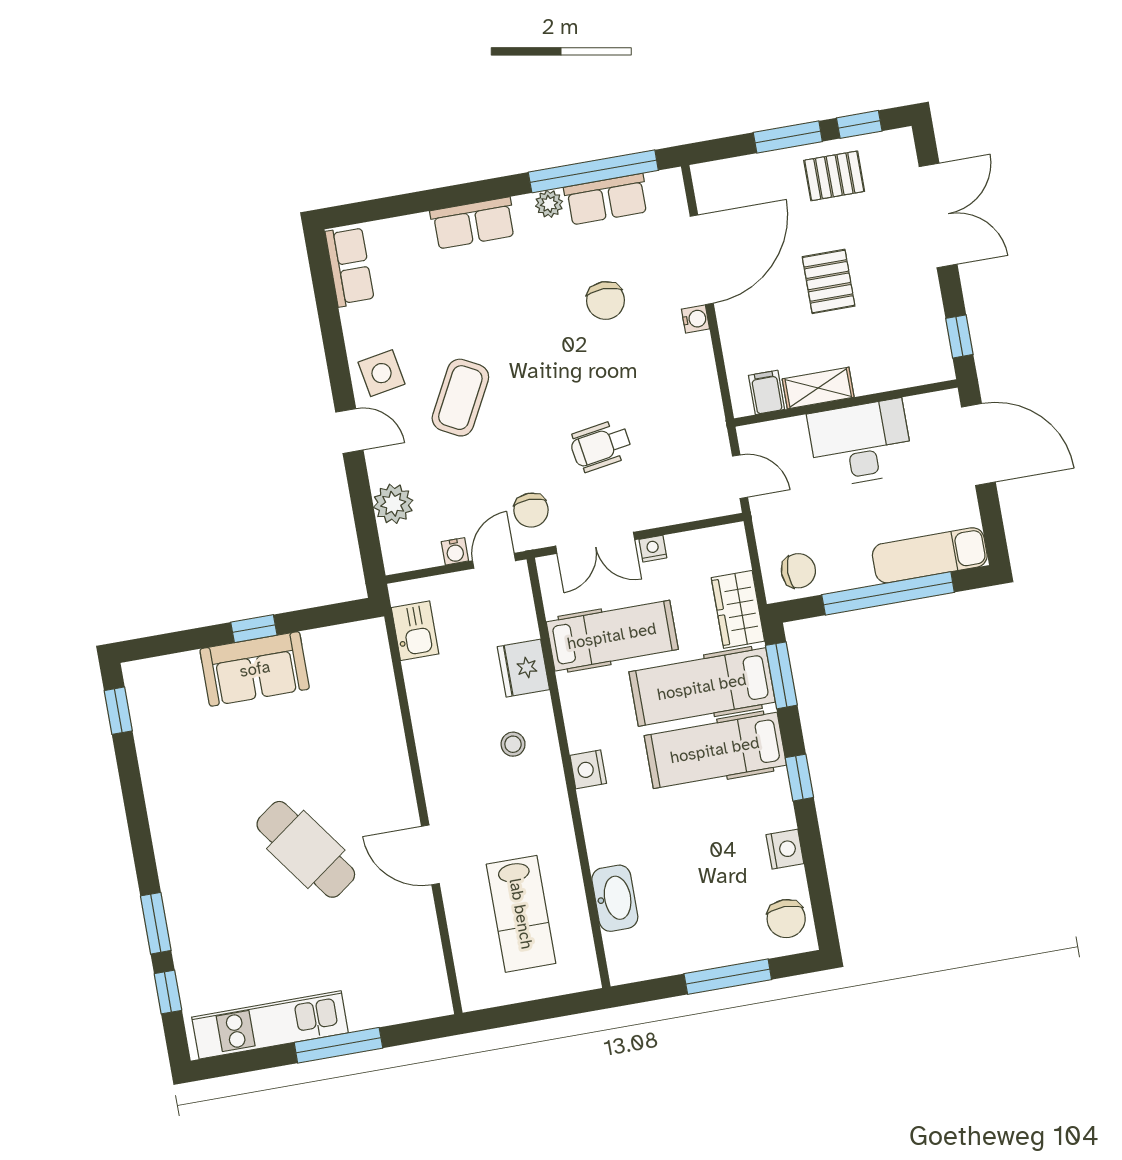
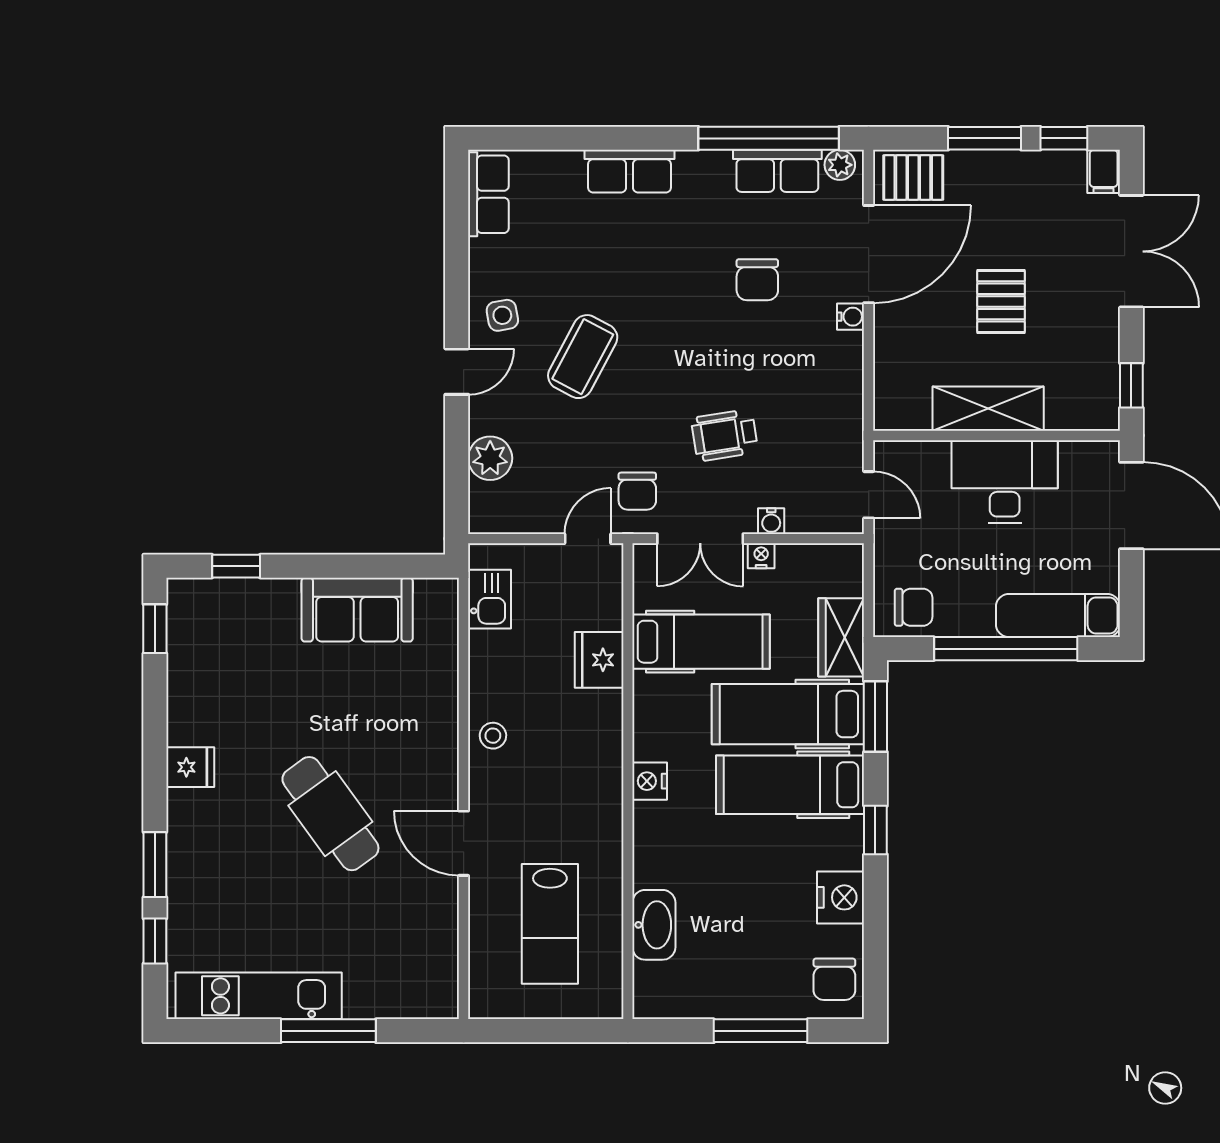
pallet: (834, 176) -> (913, 177), moved
plant: (549, 204) -> (840, 165), moved
side table: (381, 373) -> (502, 315), width x0.73, depth x0.73
shelving: (818, 388) -> (988, 409), width x1.50, depth x1.33
filing cabinet: (767, 392) -> (1104, 171), moved, turned 180
door: (349, 431) -> (457, 372), hinge flipped
water cooler: (455, 551) -> (771, 521), moved
window: (254, 629) -> (236, 566), moved
sofa: (255, 669) -> (357, 610), moved
stool: (513, 744) -> (493, 736), moved
fridge: (172, 830) -> (190, 767), added
nightstand: (785, 849) -> (841, 897), width x1.36, depth x1.33

